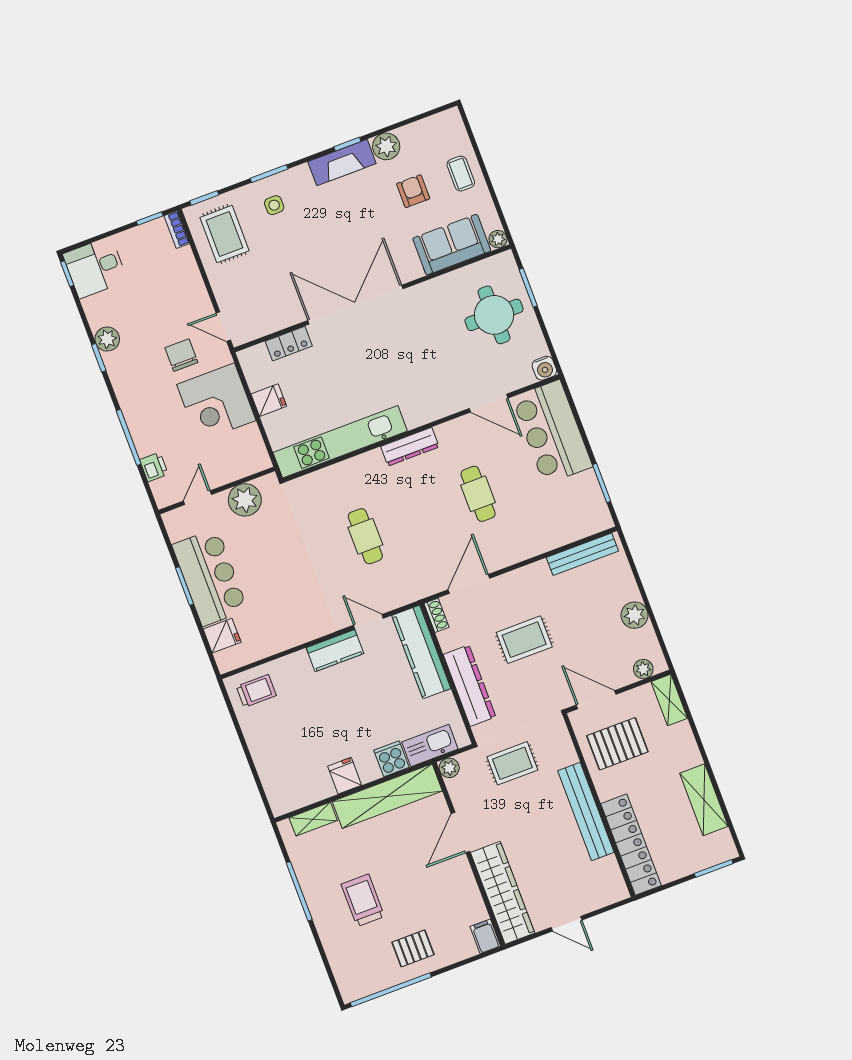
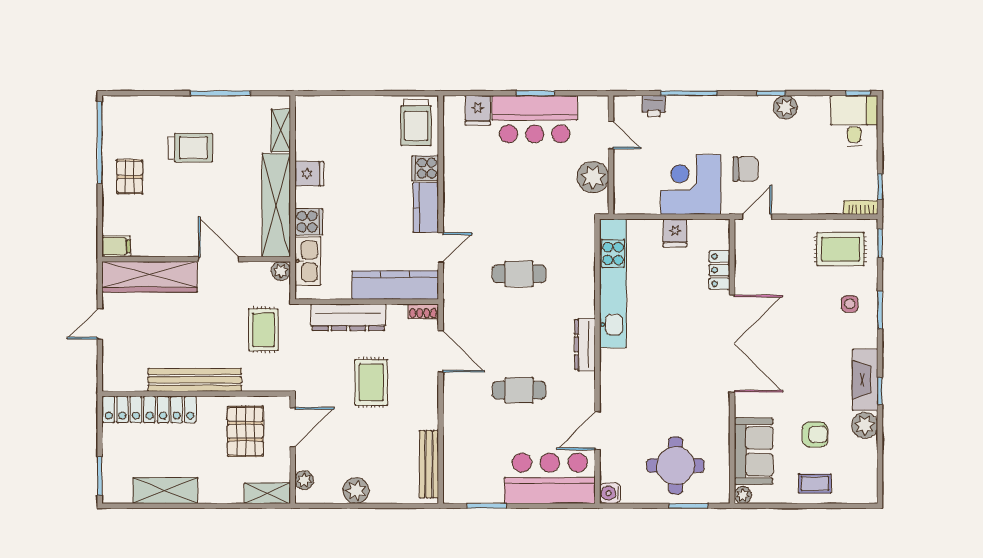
cooker: (297, 665) -> (425, 168), added
trolley: (256, 691) -> (416, 122), width x1.36, depth x1.39

